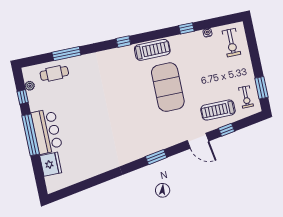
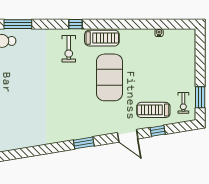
window: (186, 28) -> (139, 24), removed
exercise bike: (231, 43) -> (69, 49), moved

